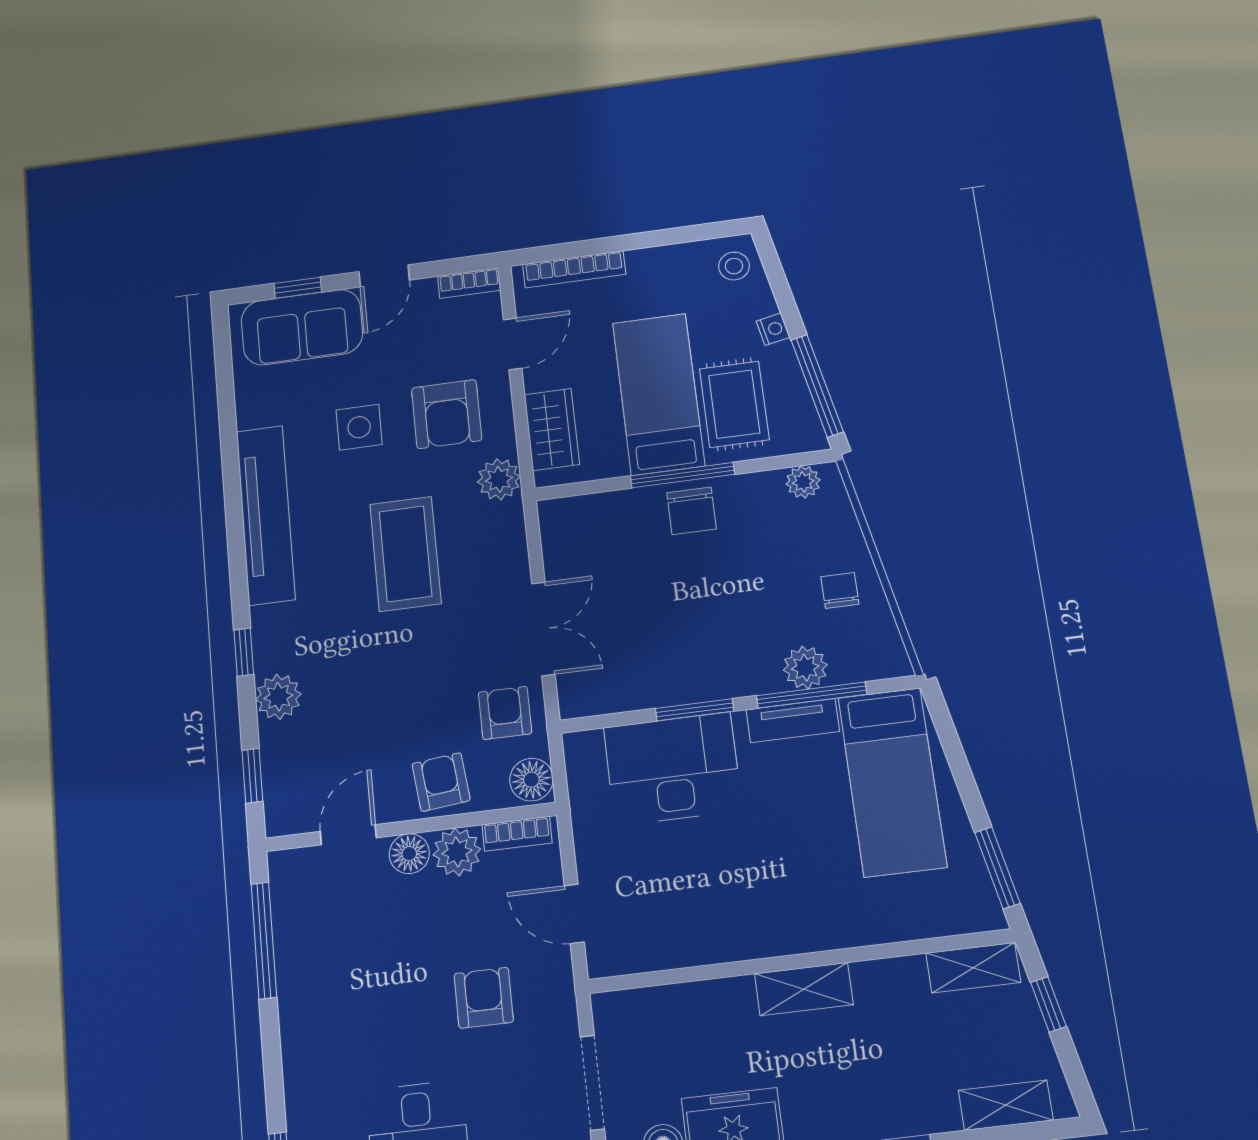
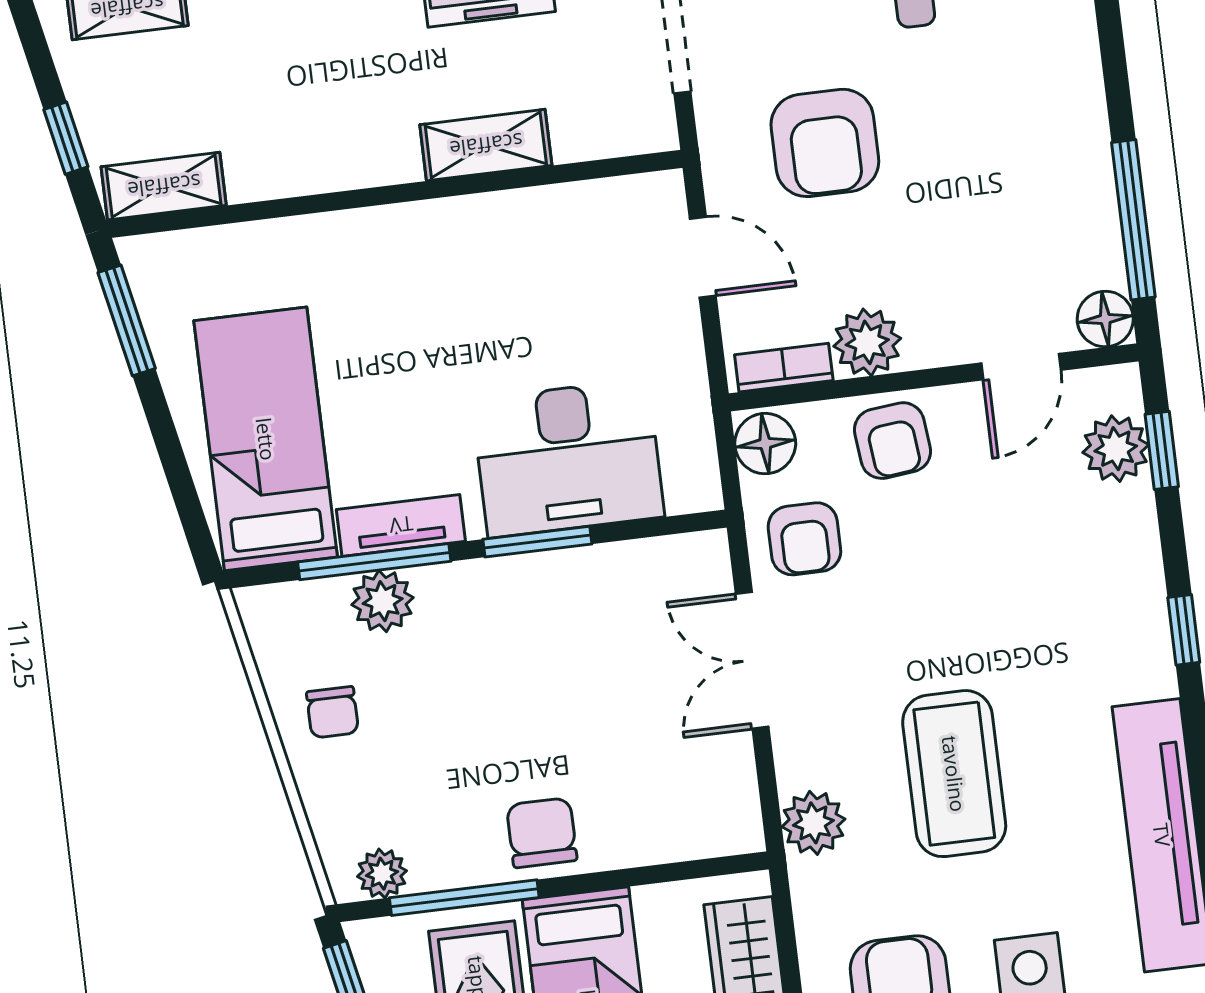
window: (683, 475) -> (464, 898), moved
plant: (499, 479) -> (813, 823), moved
plant: (278, 697) -> (1116, 449), moved
floor lamp: (409, 854) -> (1105, 319), moved
shelving: (804, 989) -> (486, 145), moved
armchair: (484, 998) -> (825, 143), width x1.38, depth x1.38

